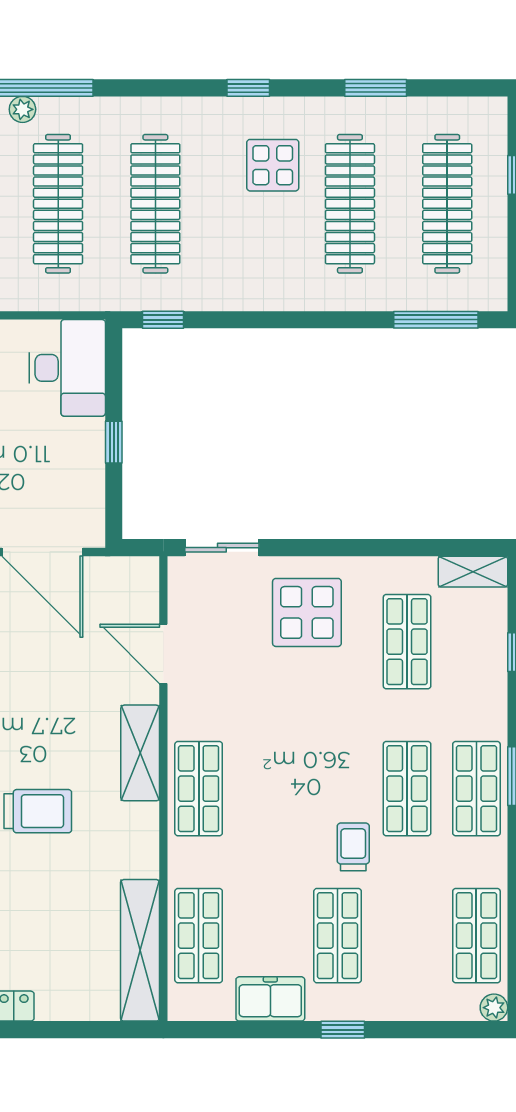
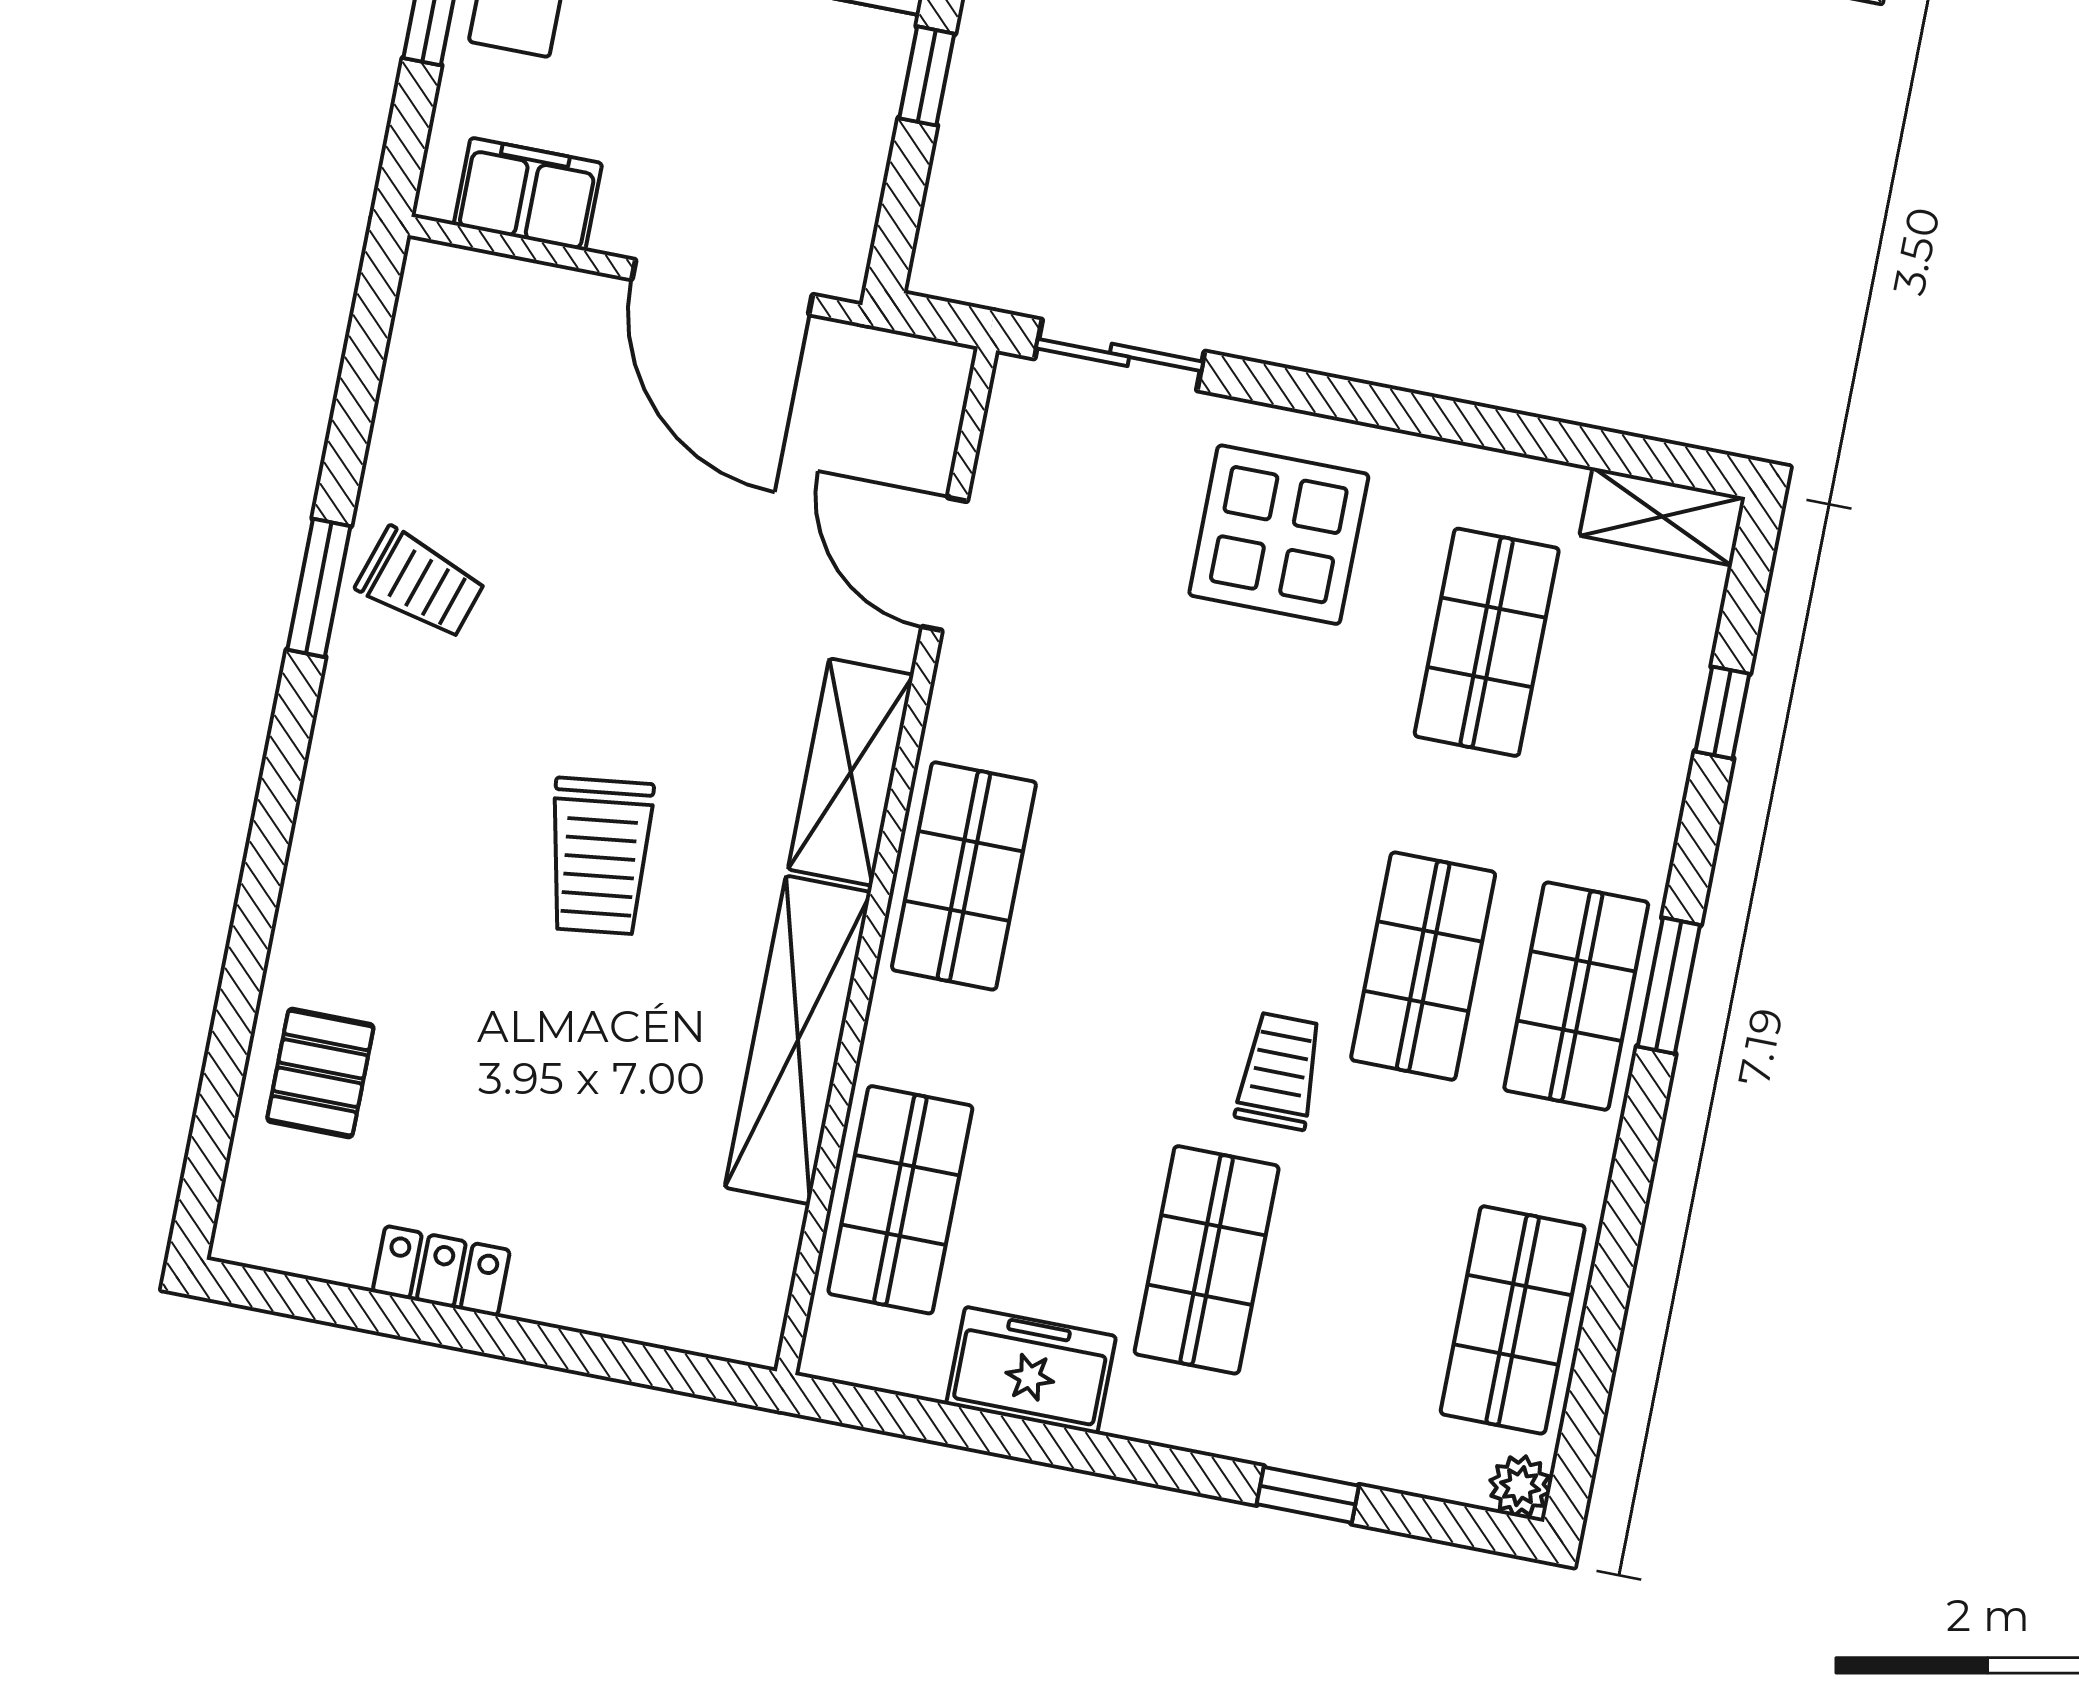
trolley: (38, 811) -> (600, 856), turned 83
shelving: (140, 950) -> (798, 1040), moved
window: (343, 1030) -> (1308, 1495), moved

